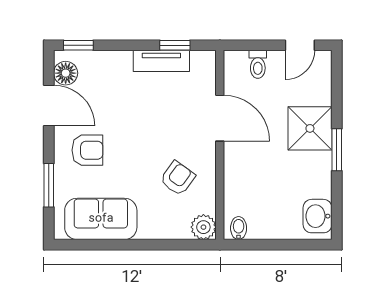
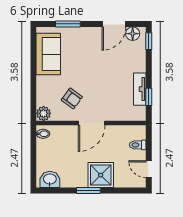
door: (220, 118) -> (92, 123), moved
armchair: (87, 150) -> (88, 46), removed

